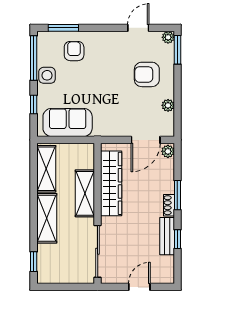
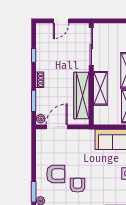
armchair: (74, 51) -> (78, 185), moved, turned 180
plant: (168, 105) -> (40, 152), removed
window: (177, 195) -> (34, 101), moved
bench: (167, 236) -> (41, 57), removed

